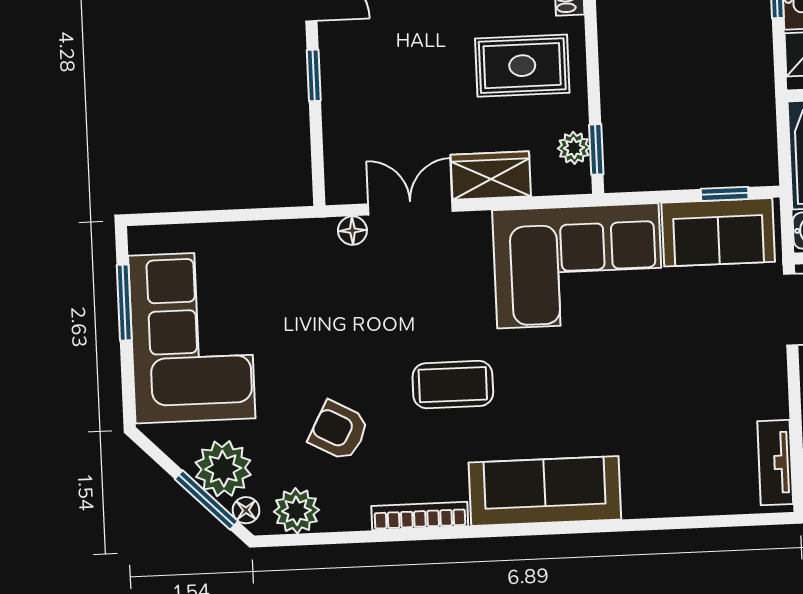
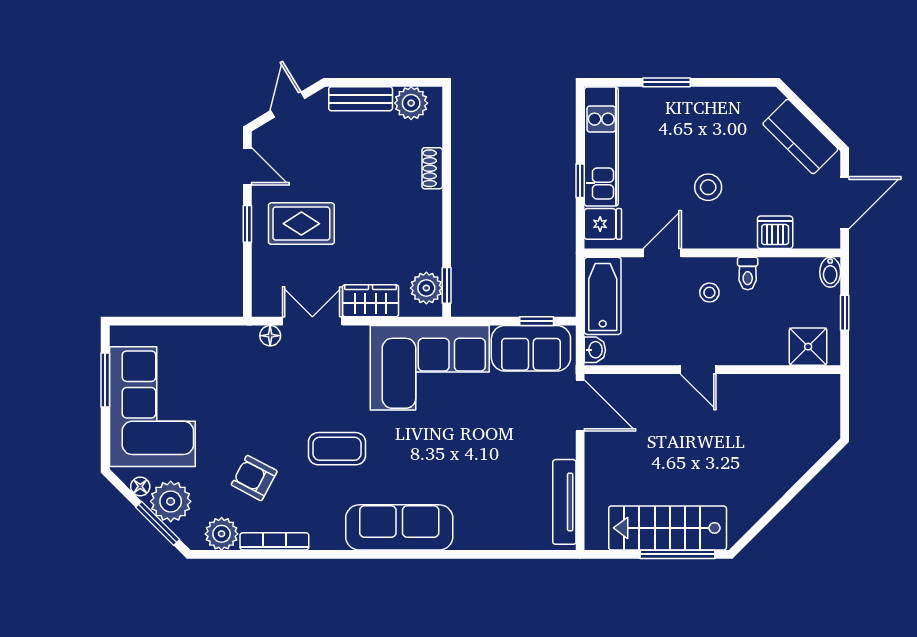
rug: (522, 66) -> (301, 224), moved
plant: (574, 148) -> (426, 288), width x1.38, depth x1.38
tv unit: (775, 463) -> (564, 502), width x1.41
floor lamp: (246, 510) -> (140, 486), moved
bookcase: (420, 516) -> (274, 541), moved

